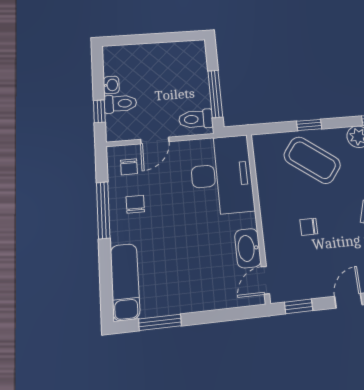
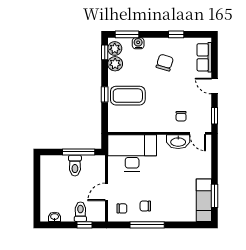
washbasin: (111, 85) -> (55, 217), moved
toilet: (196, 119) -> (75, 166), moved
door: (155, 141) -> (107, 192), swing flipped
coffee table: (312, 160) -> (128, 96), turned 53
chair: (309, 227) -> (181, 116), moved
exam couch: (125, 282) -> (204, 200), moved, turned -90

